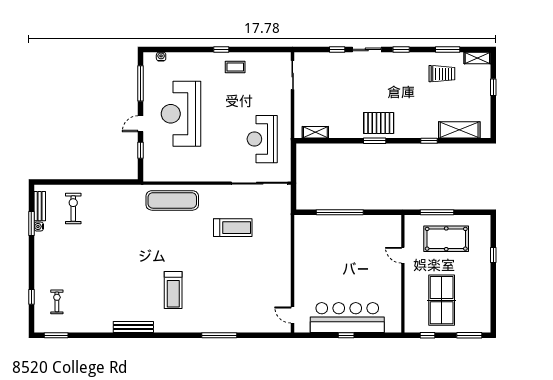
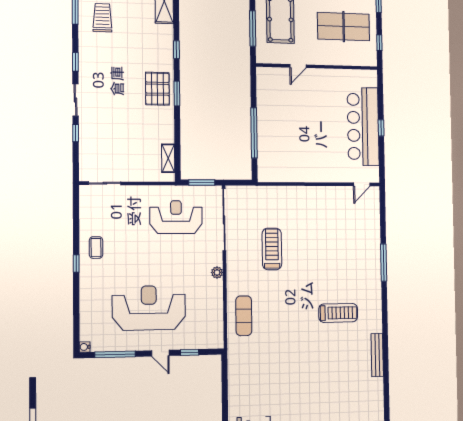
water cooler: (161, 57) -> (85, 347), moved
reception desk: (181, 114) -> (149, 308), turned 180
reception desk: (262, 139) -> (176, 217), turned 180
window: (429, 141) -> (176, 50), moved
window: (294, 163) -> (202, 183), added
plant: (212, 176) -> (217, 273), added
exercise mat: (172, 200) -> (244, 316), width x0.73, depth x0.69

